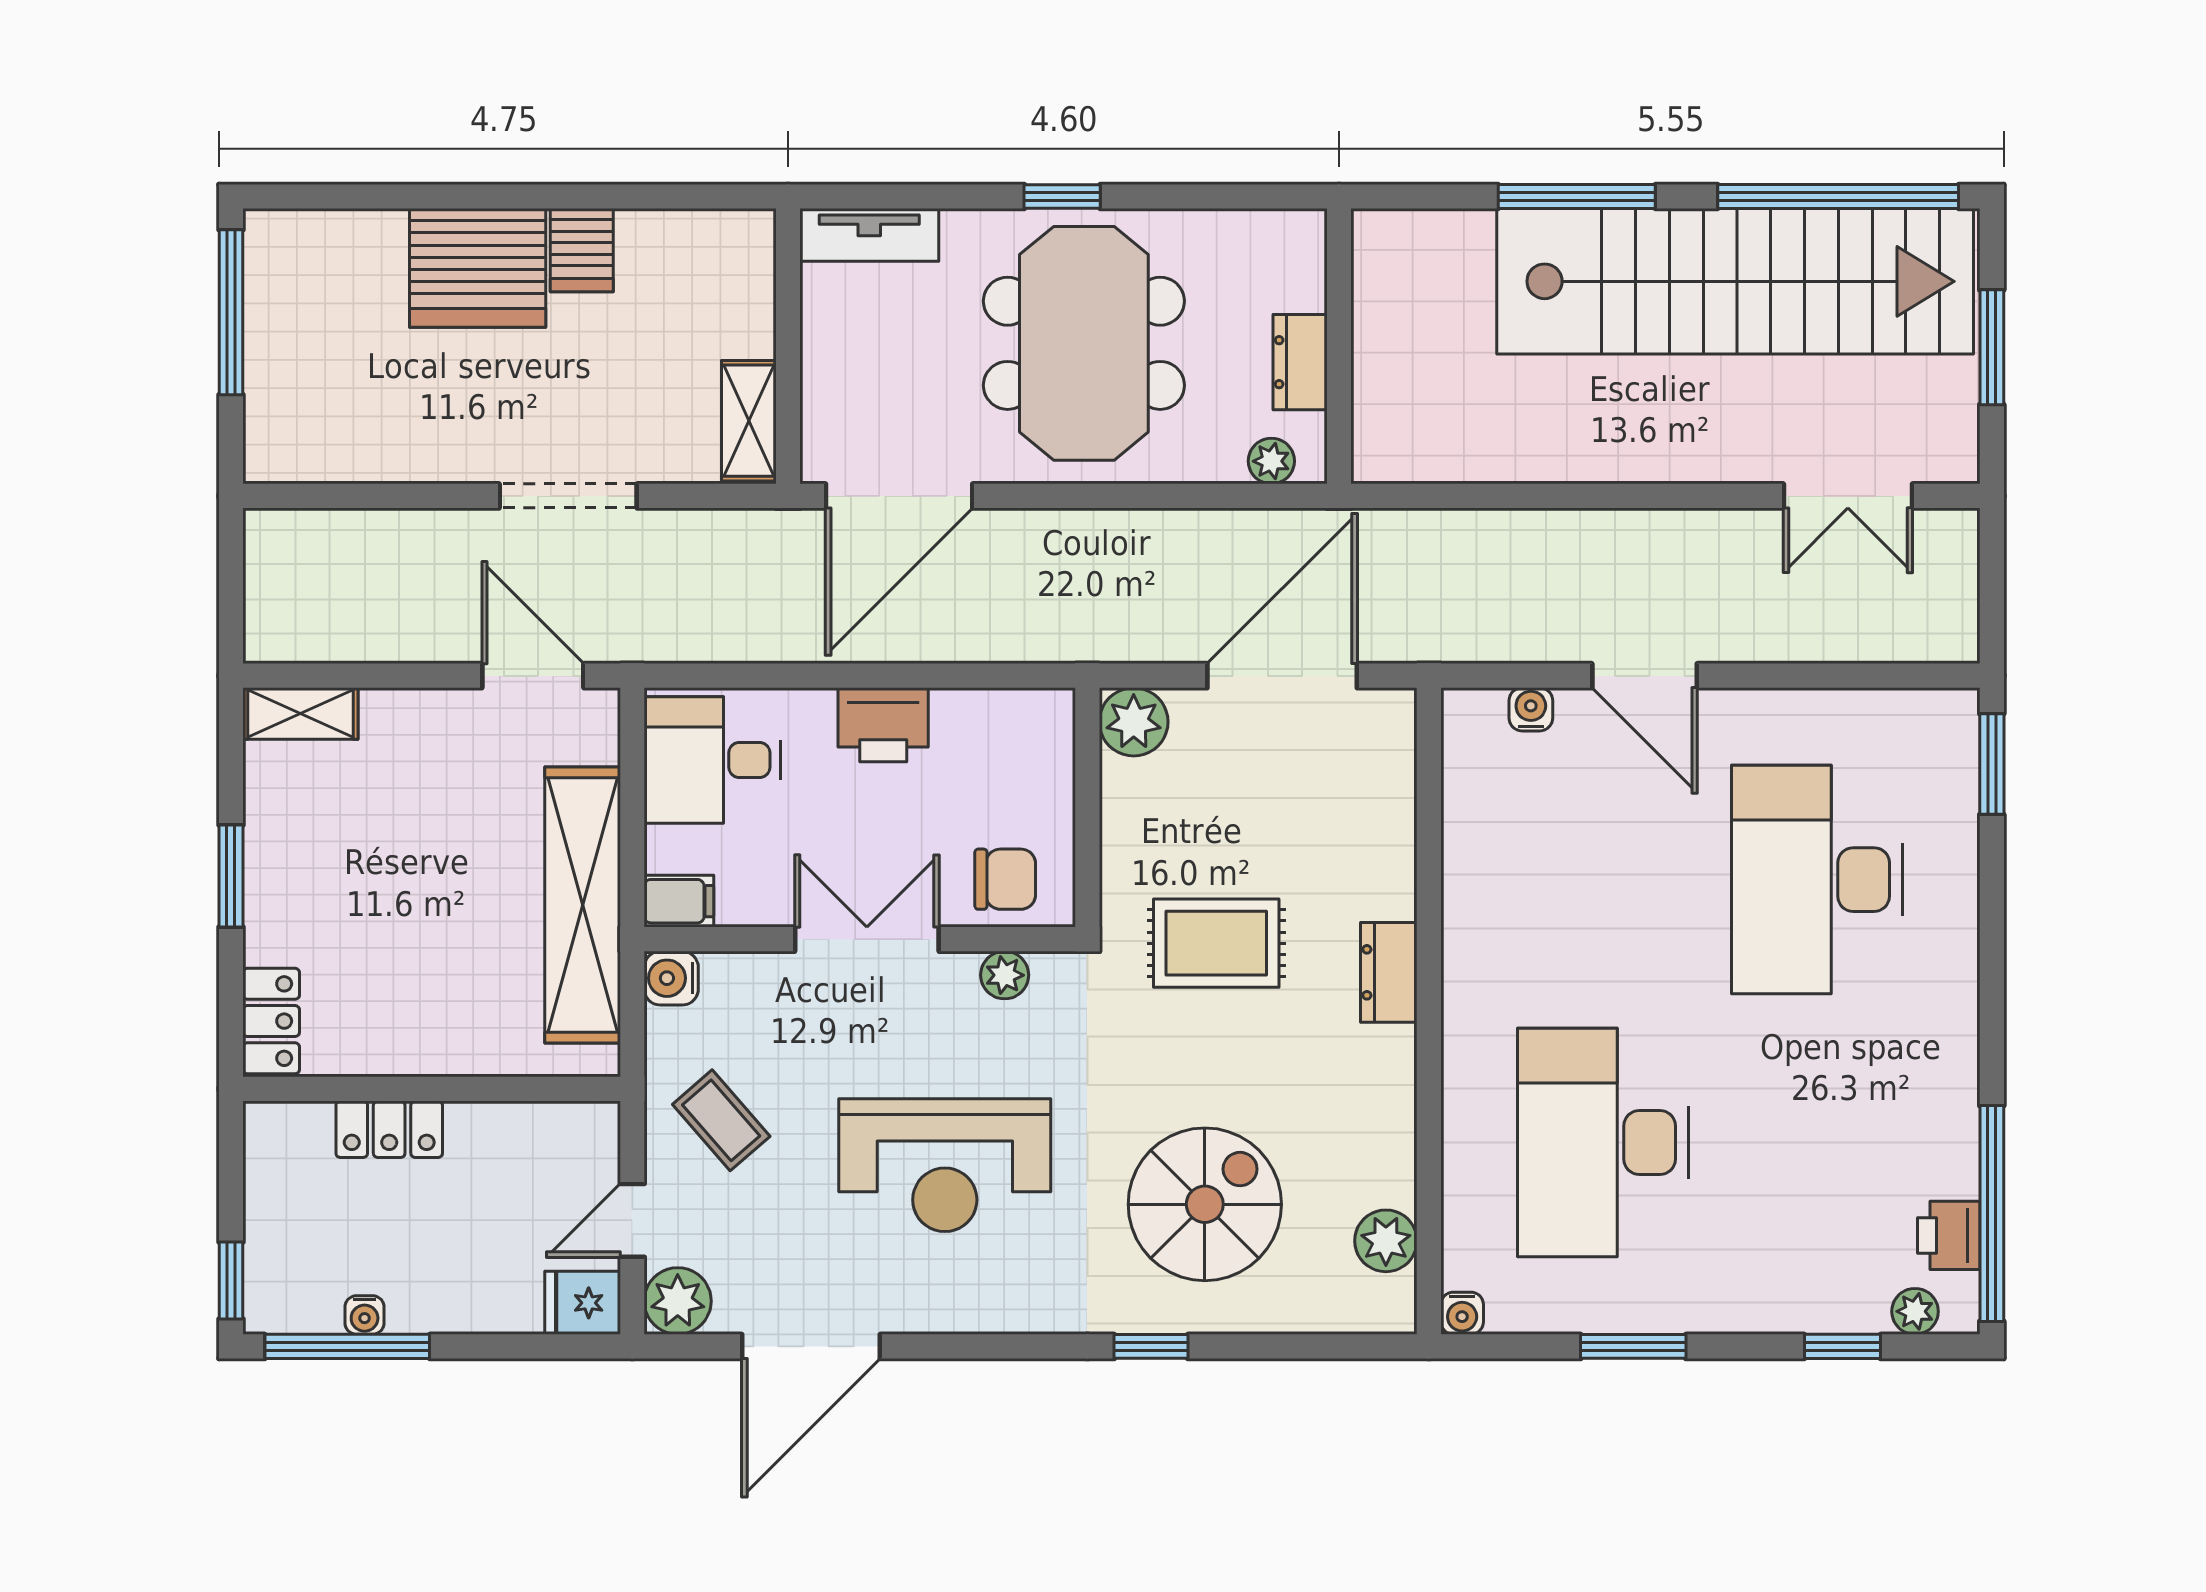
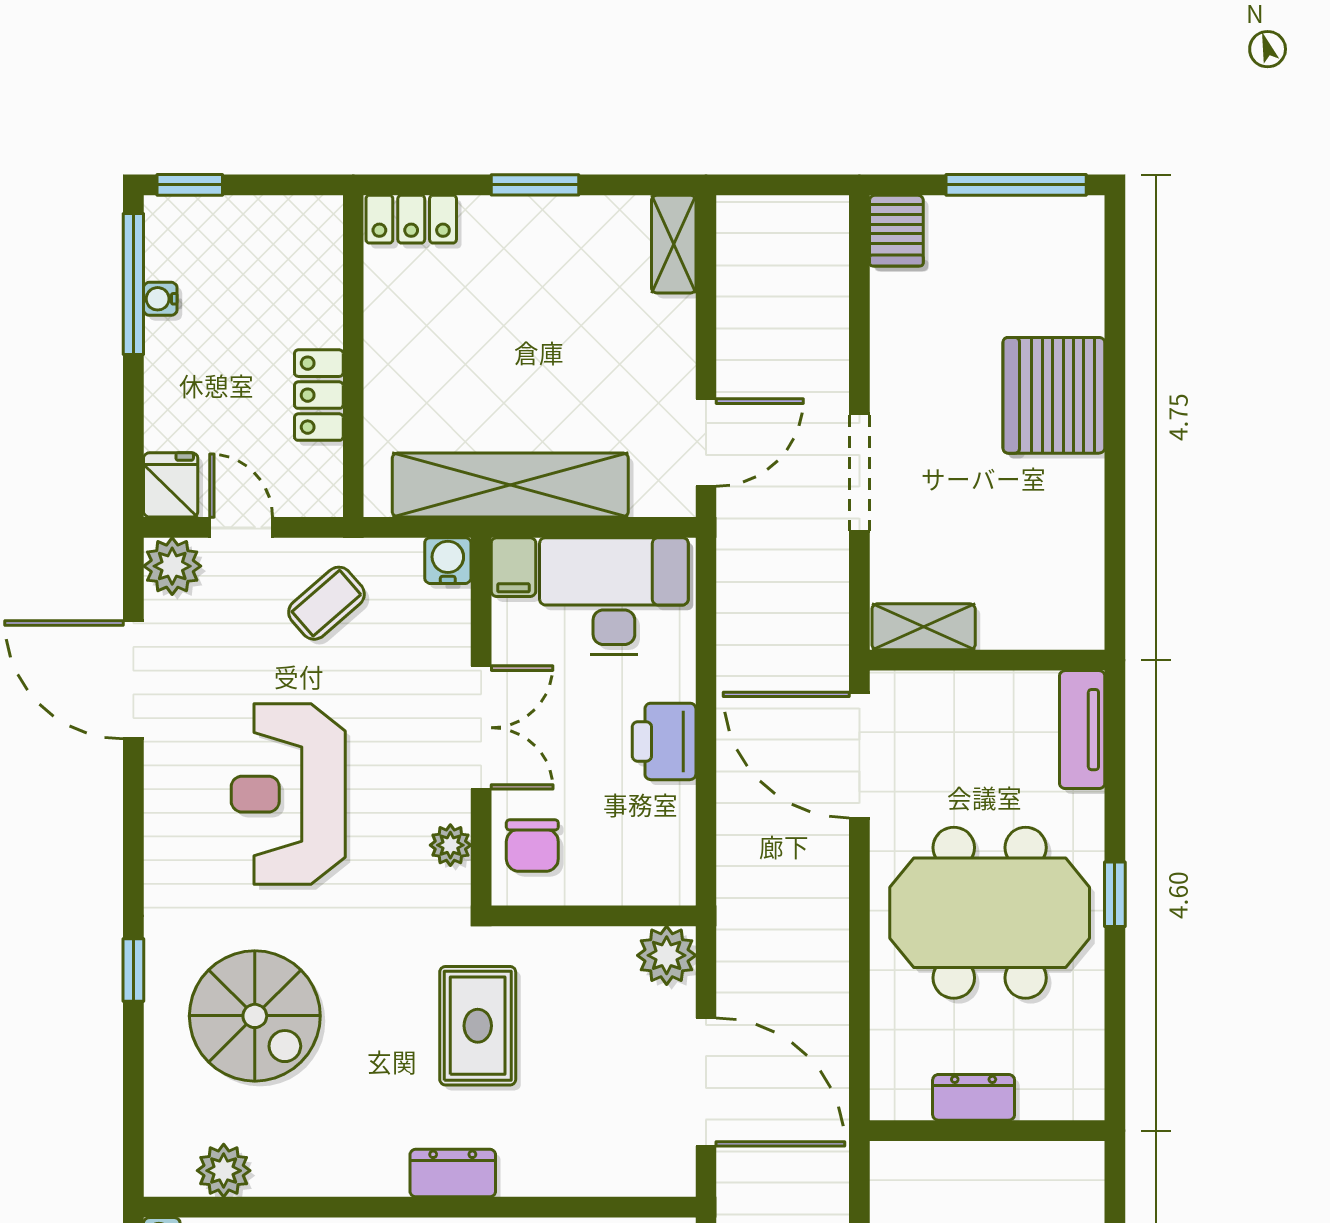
server rack: (582, 250) -> (896, 231), moved, turned -90
plant: (1271, 461) -> (889, 1073), removed
desk: (713, 760) -> (614, 596), width x1.37
locker: (389, 1129) -> (319, 395), moved

